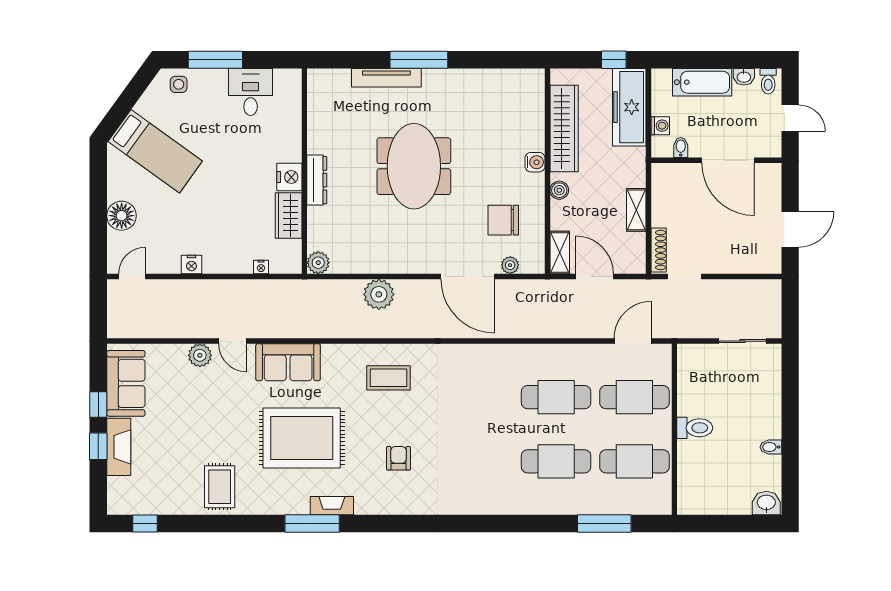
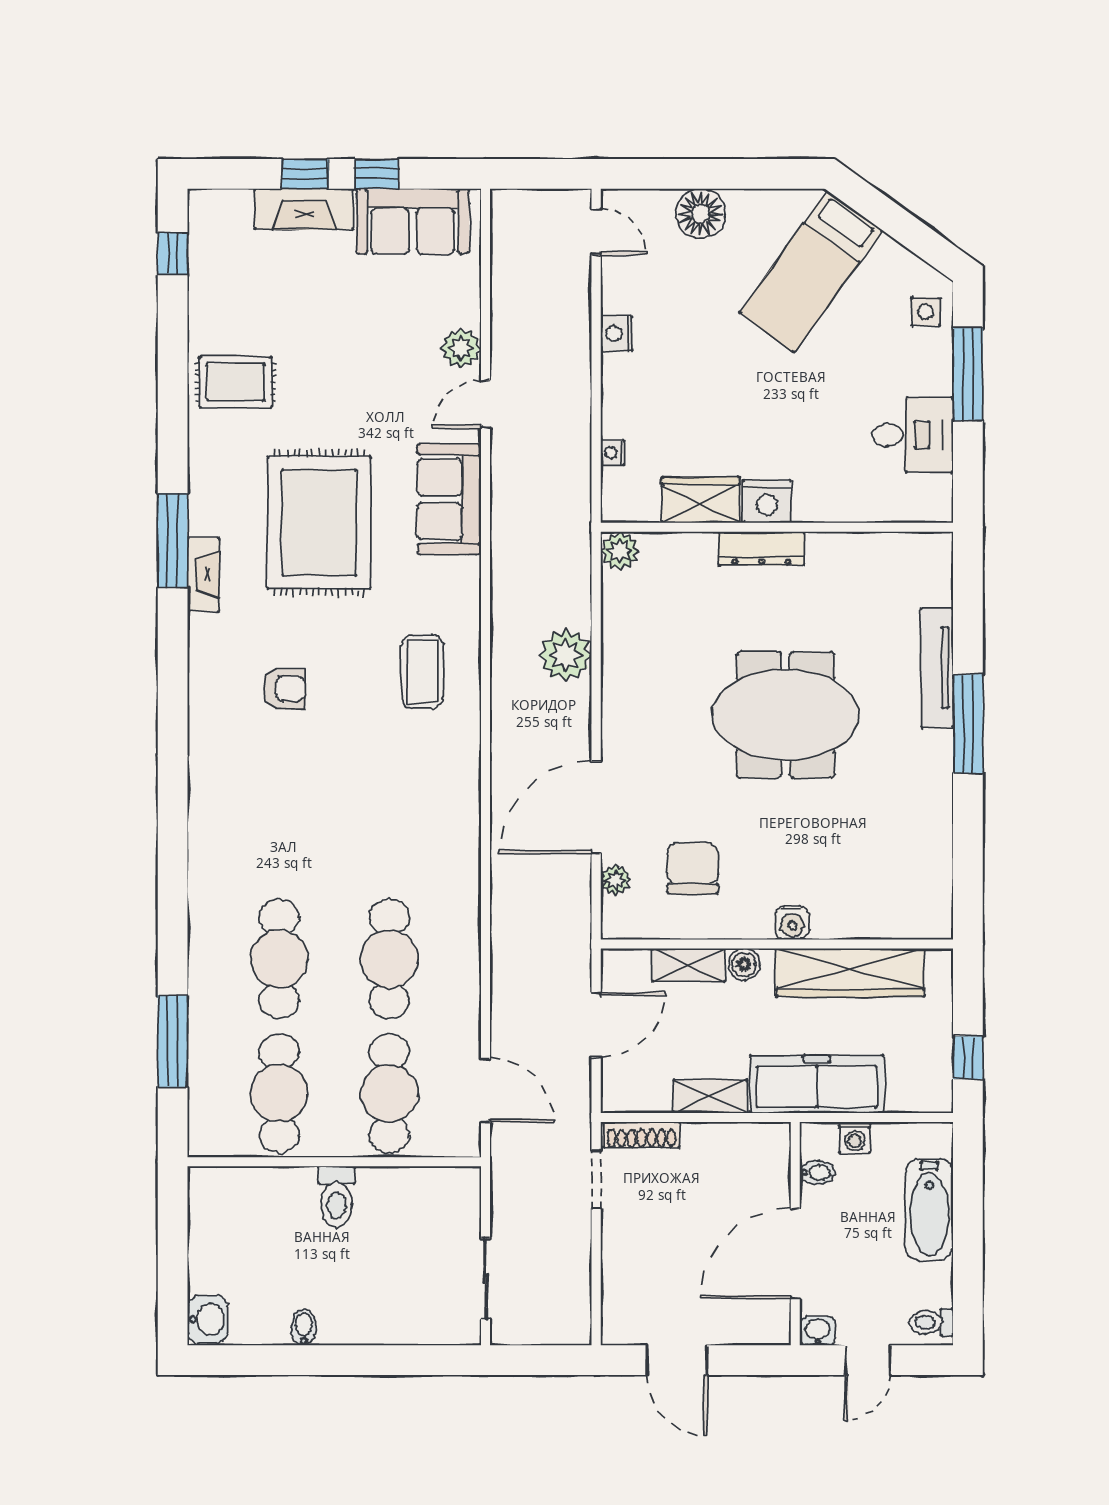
washbasin: (744, 77) -> (818, 1331), moved, turned 90
freezer: (629, 107) -> (817, 1084), moved
shelving: (560, 252) -> (689, 965), moved

